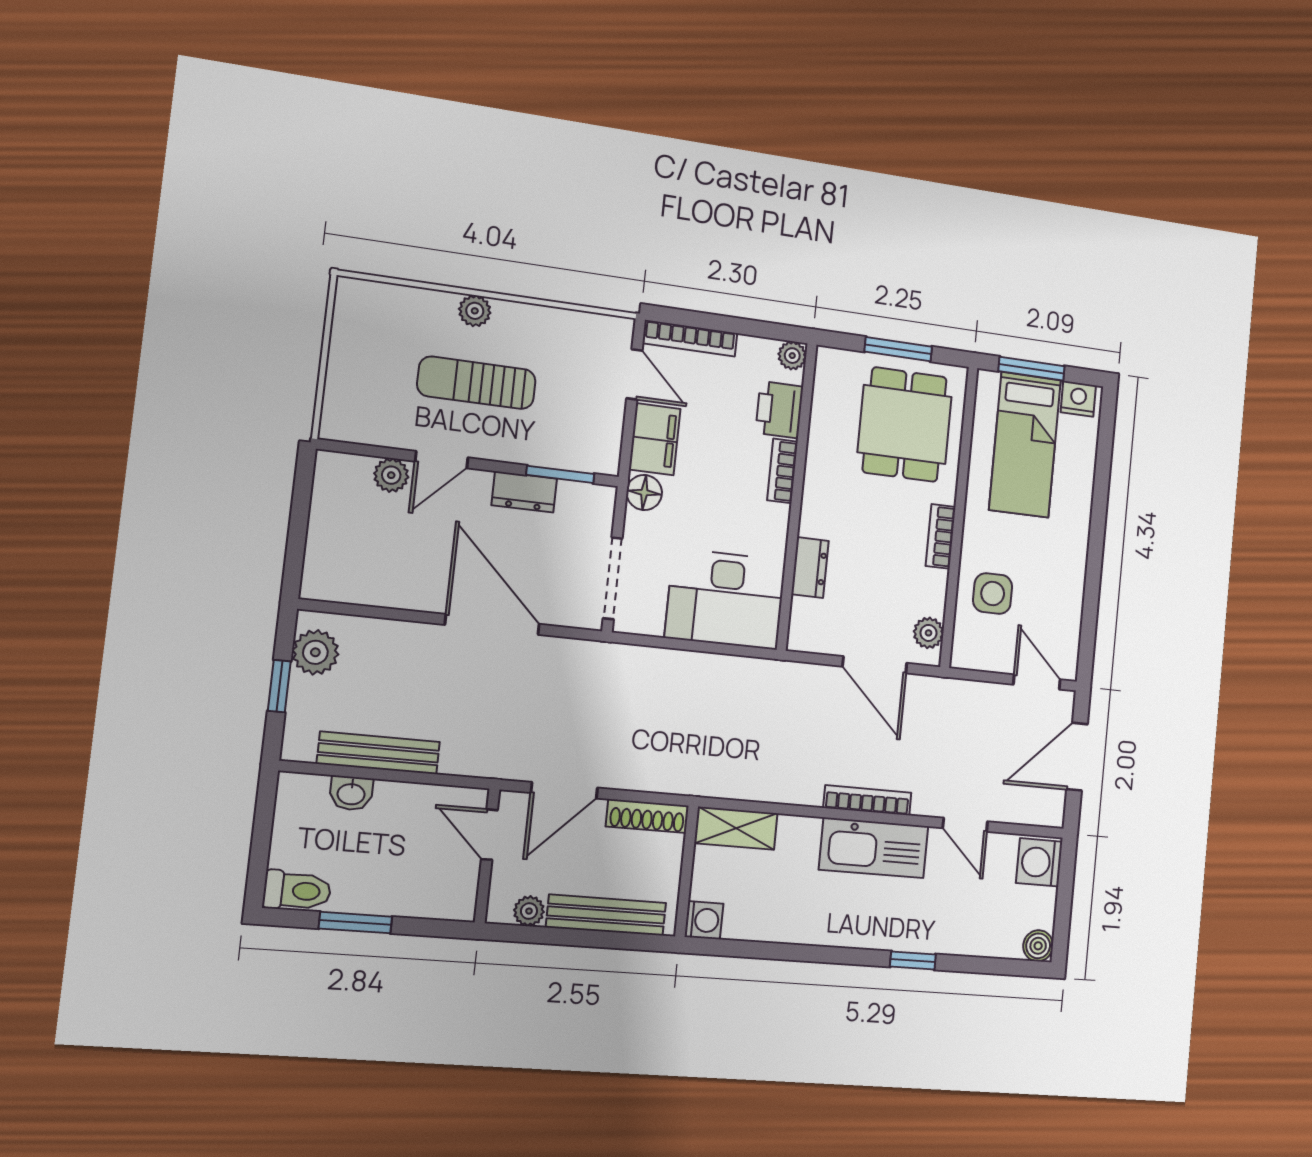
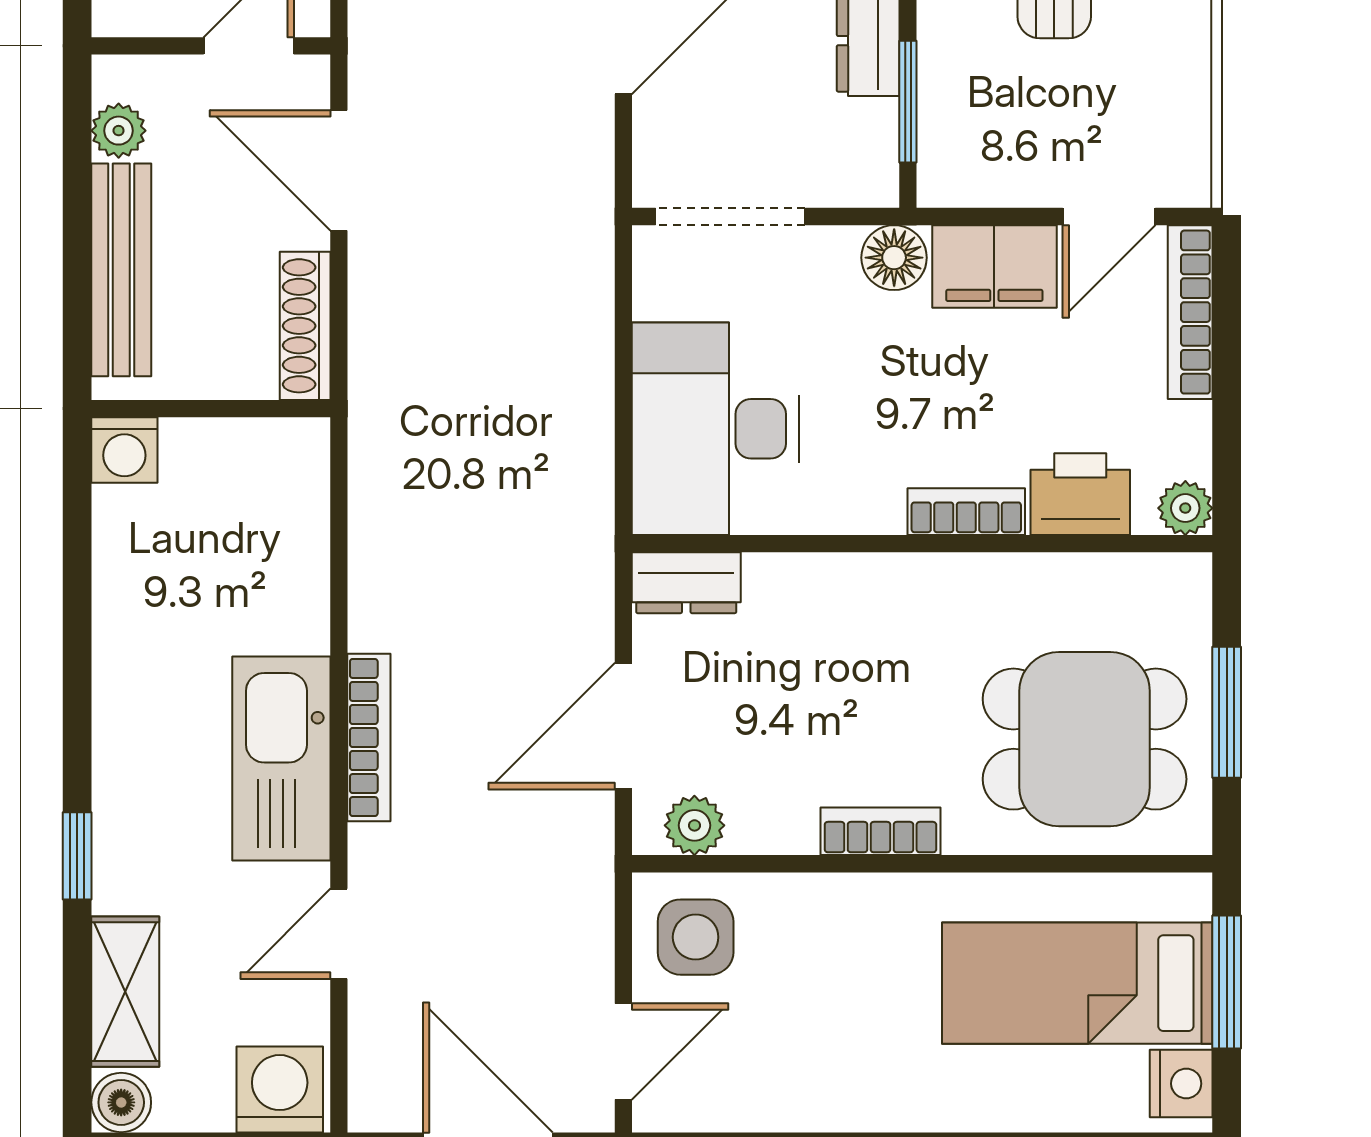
dresser: (810, 568) -> (686, 583), moved
side table: (993, 593) -> (696, 937), moved
shelving: (736, 828) -> (125, 992), moved

